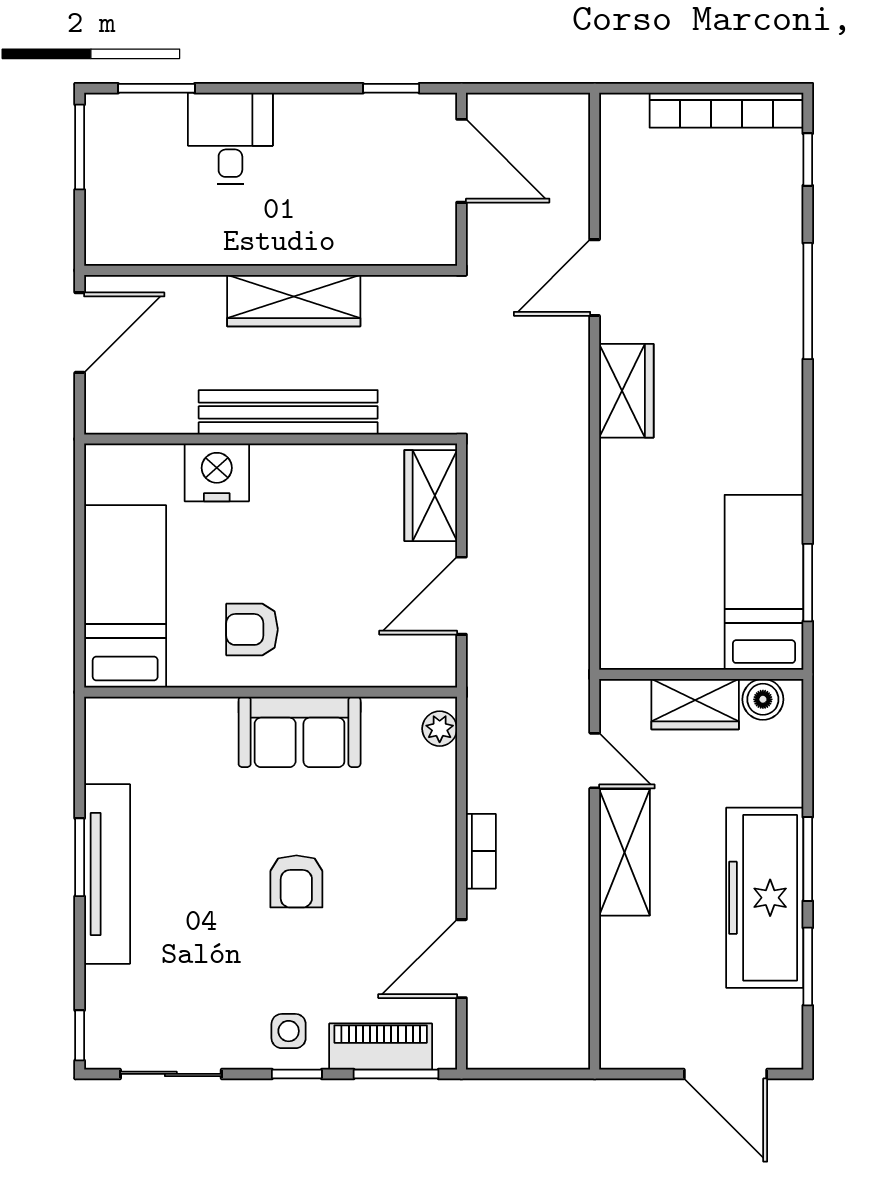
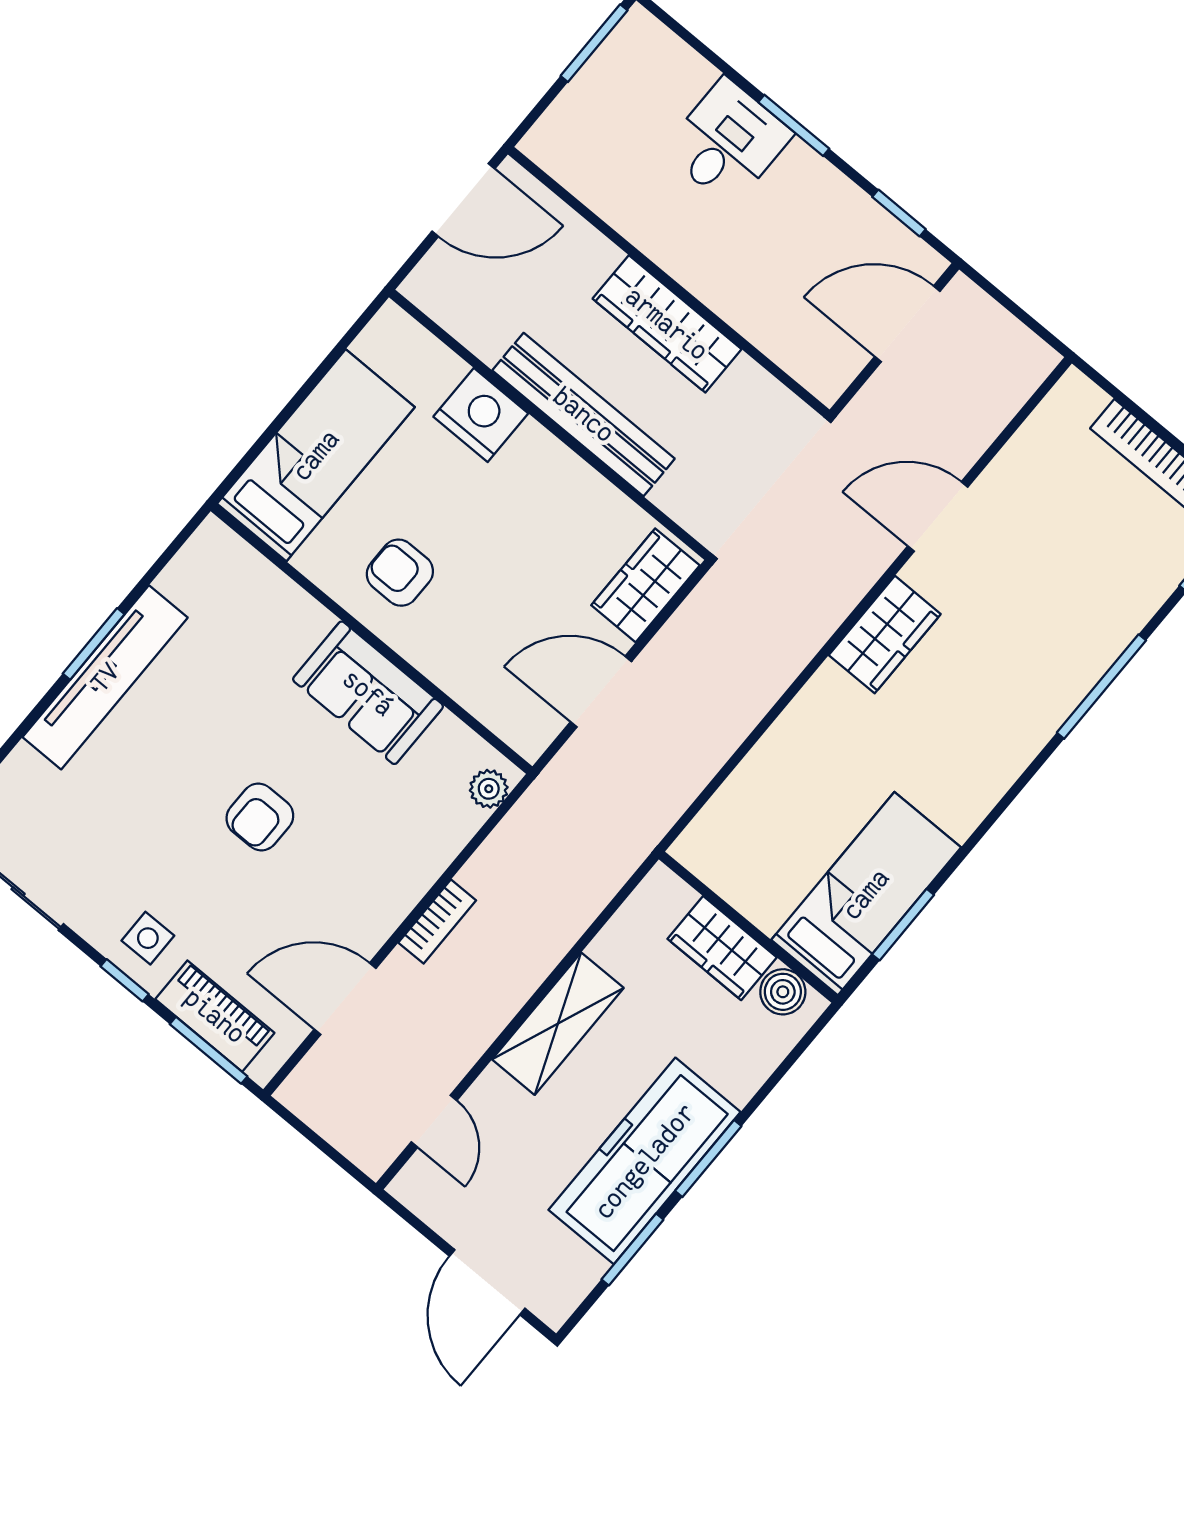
window: (156, 88) -> (794, 125), moved
door: (461, 161) -> (907, 324), swing flipped
door: (595, 761) -> (434, 1121), moved

